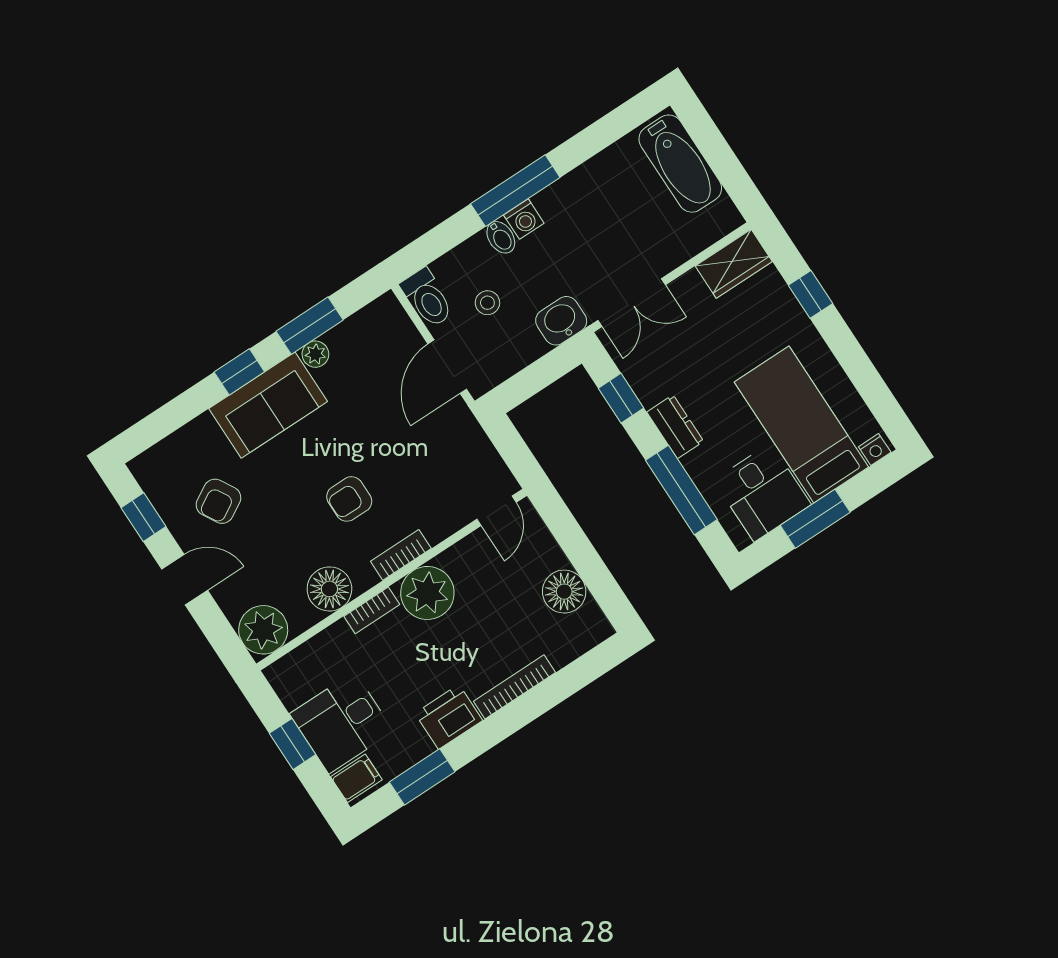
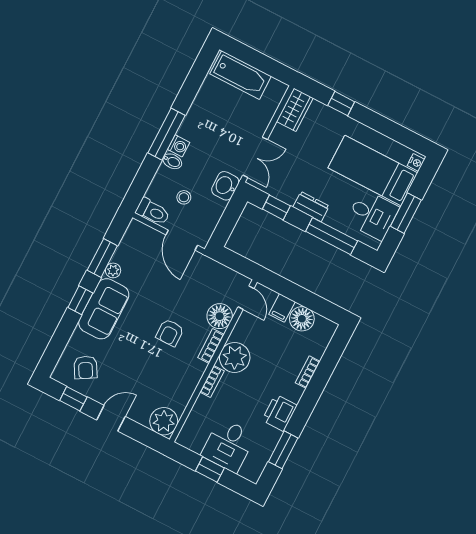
armchair: (218, 501) -> (85, 367), moved
floor lamp: (329, 589) -> (220, 316), moved
bookcase: (514, 687) -> (308, 372), width x0.64
filing cabinet: (356, 778) -> (282, 308), moved, turned 180

